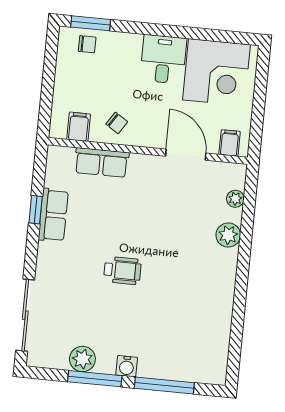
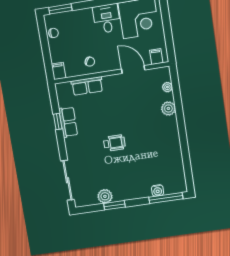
chair: (87, 44) -> (54, 33), moved
filing cabinet: (79, 127) -> (59, 71), moved
water cooler: (127, 366) -> (158, 190), moved
window: (95, 379) -> (114, 205), width x0.69
window: (164, 385) -> (166, 198), moved

